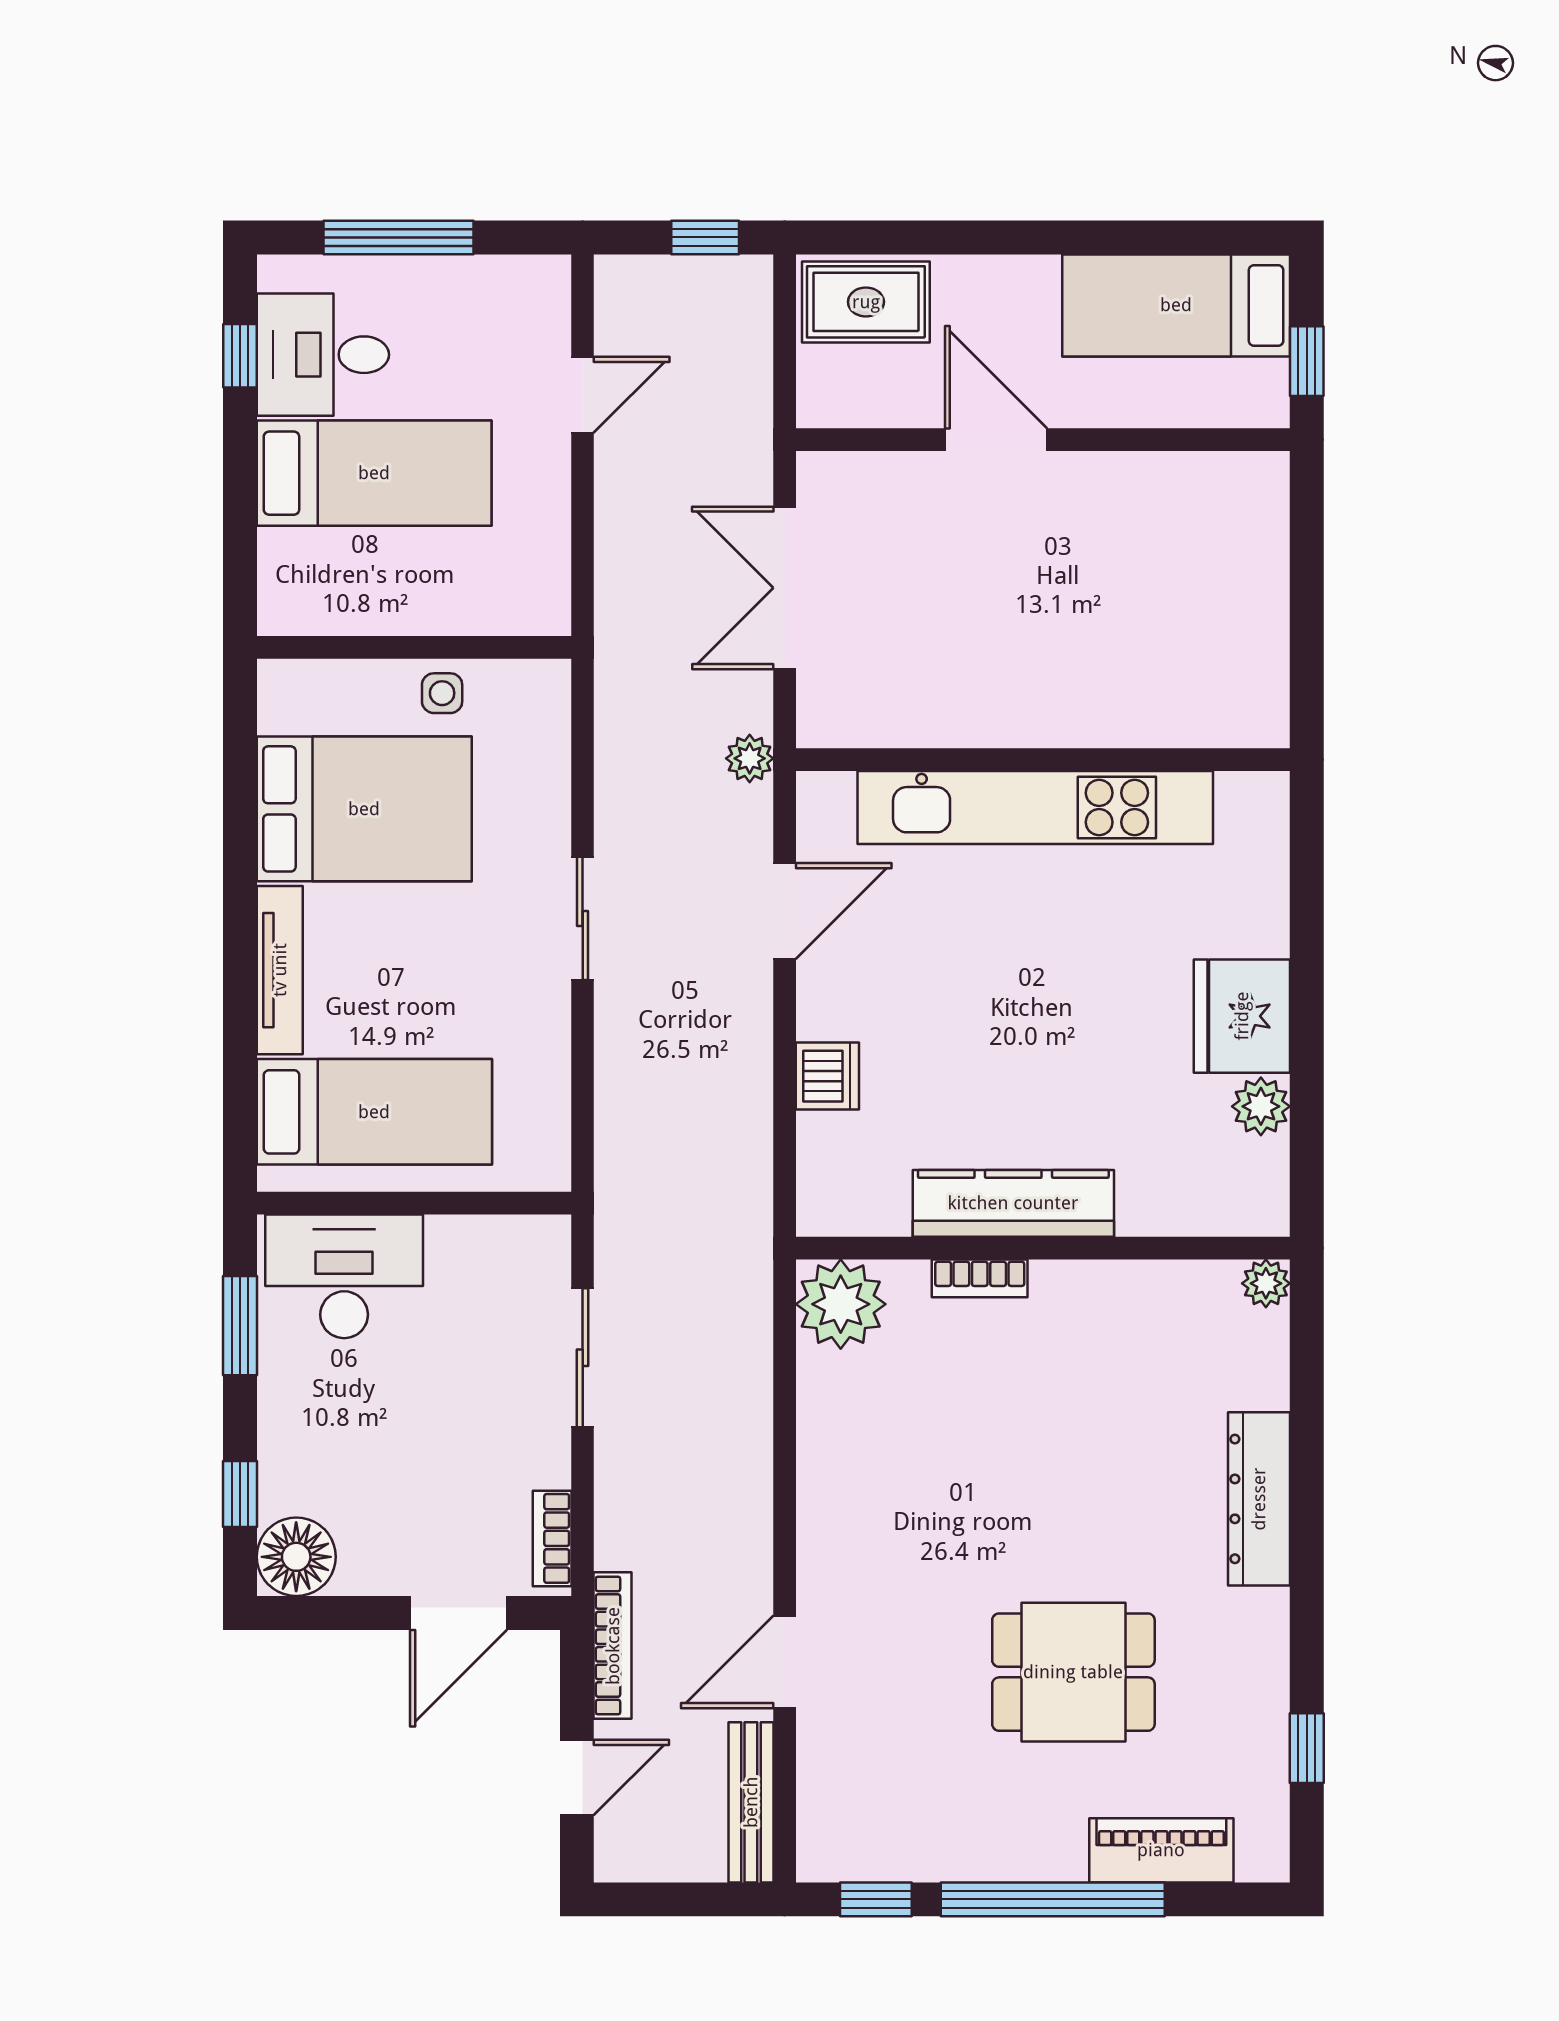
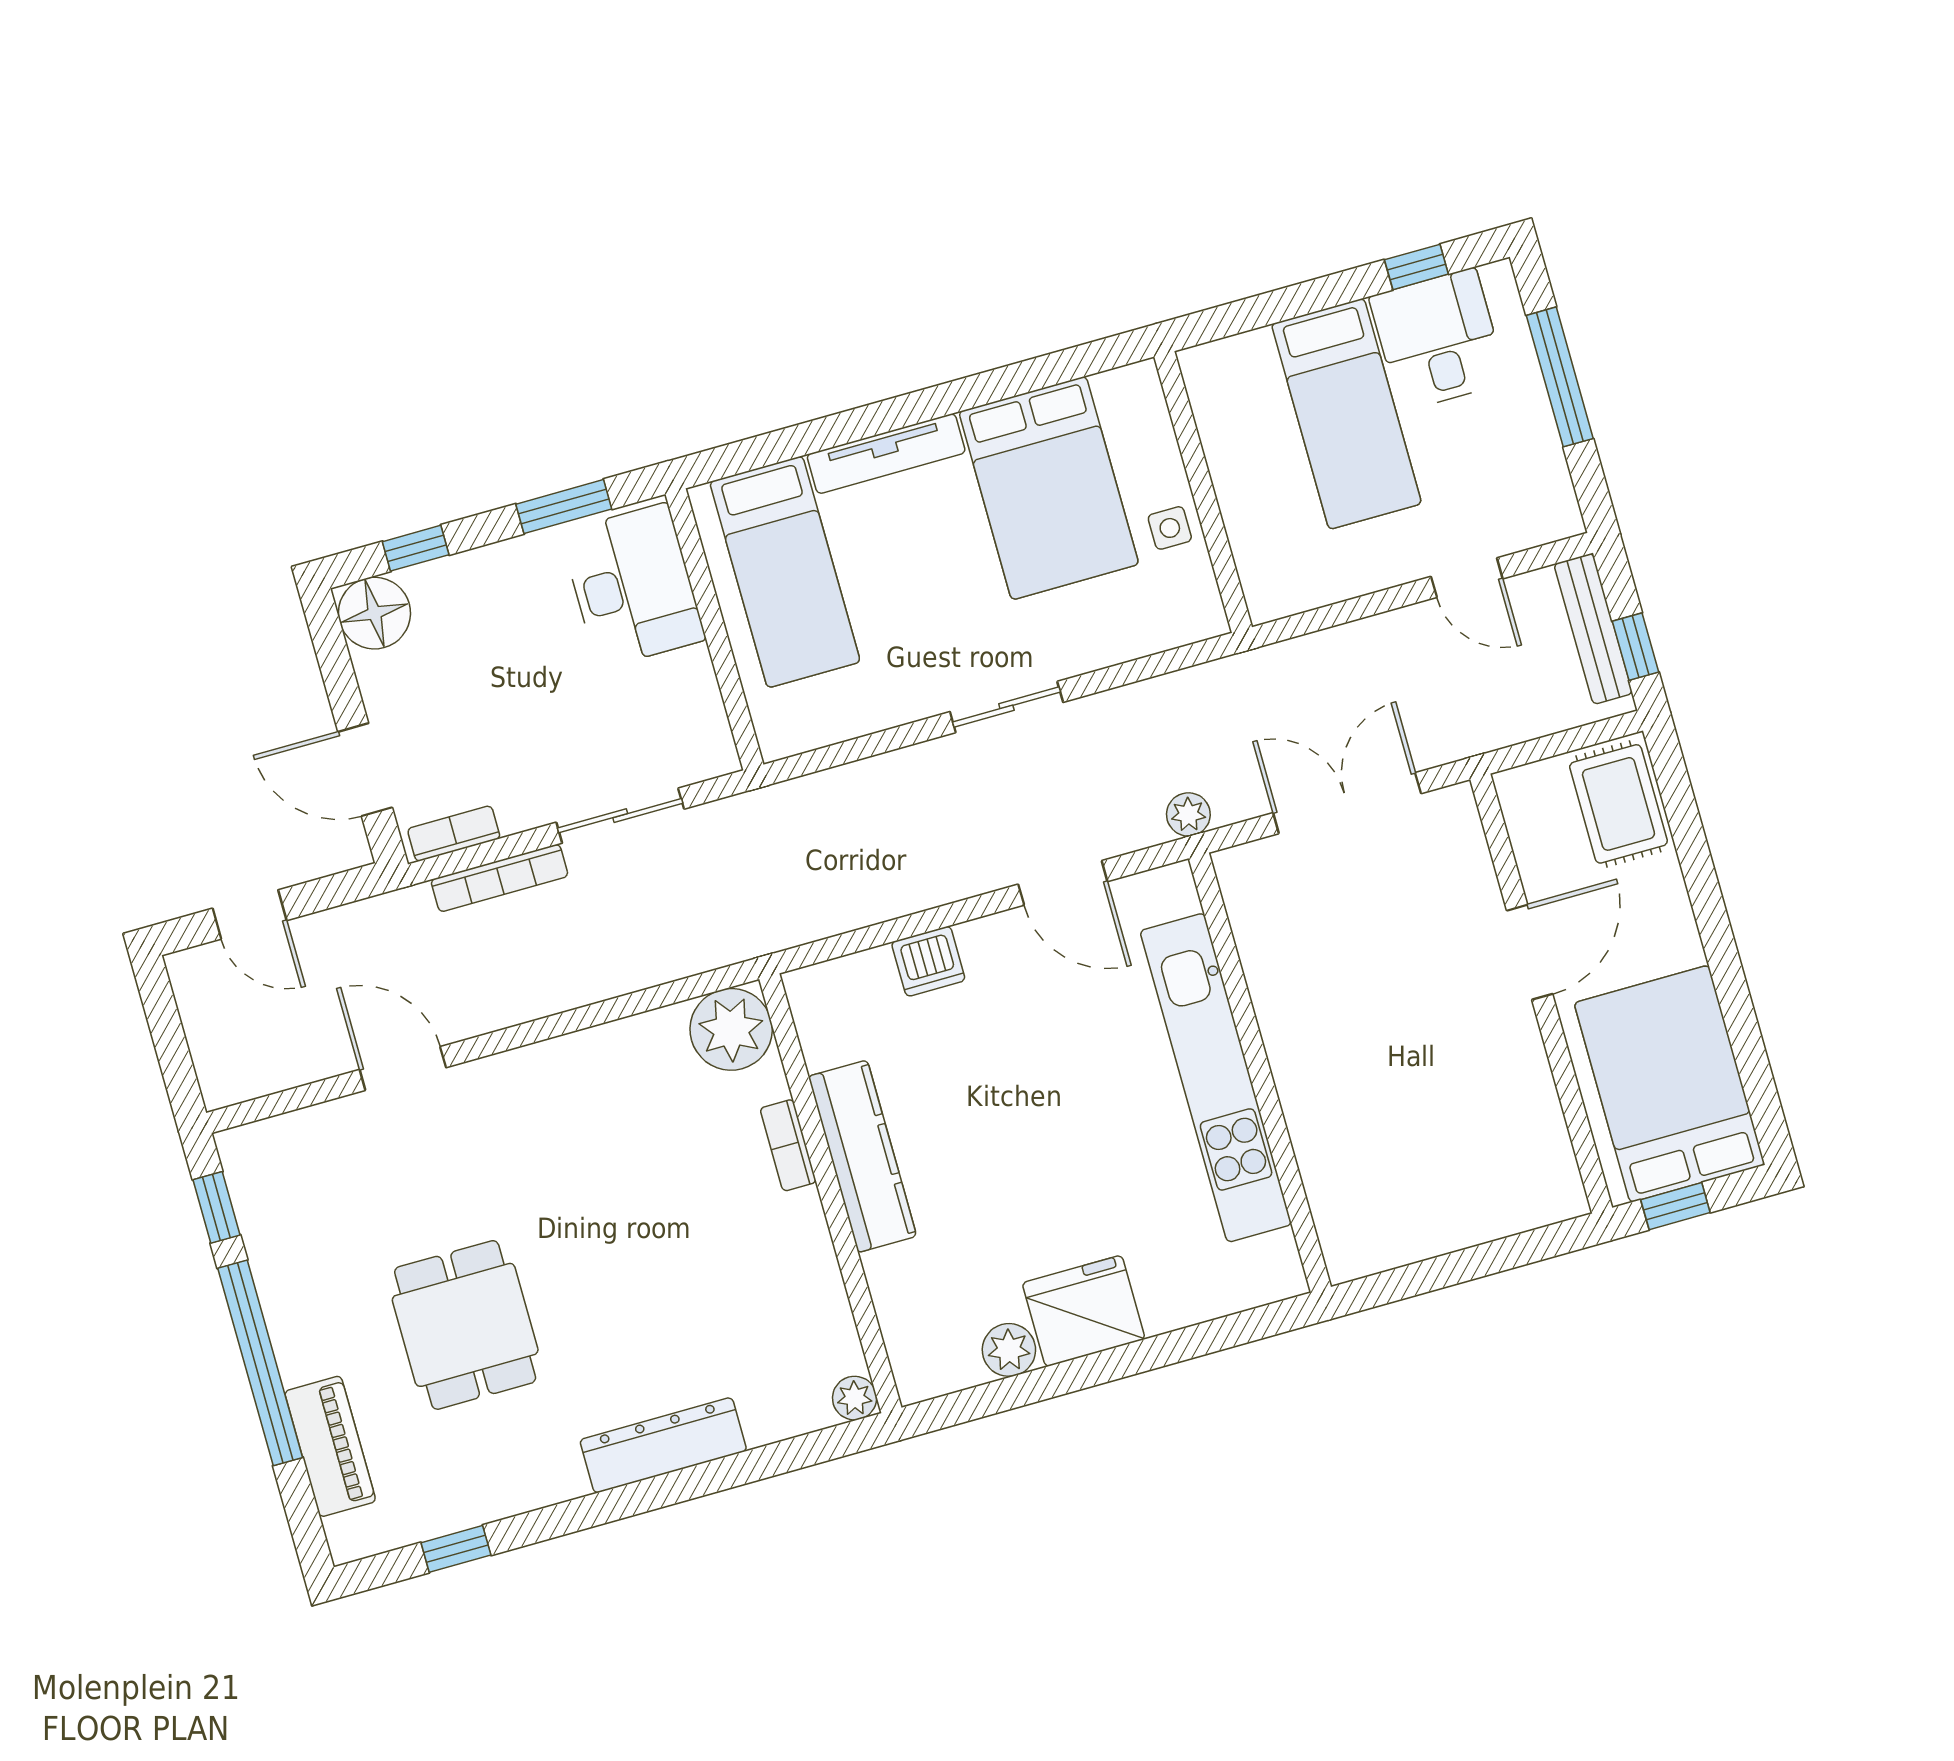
bed: (1176, 305) -> (1670, 1084), width x1.50
bookcase: (613, 1646) -> (500, 878), moved
bench: (751, 1802) -> (1593, 629), moved, turned 90

